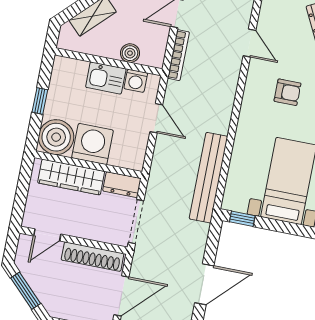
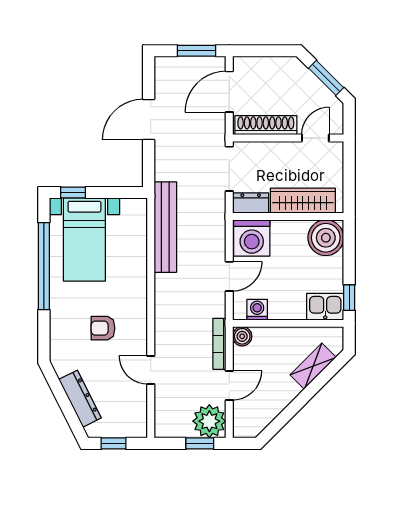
boiler: (130, 53) -> (242, 336), moved
kitchen sink: (106, 78) -> (325, 307), moved
window: (40, 101) -> (349, 298), moved
door: (156, 118) -> (229, 276), swing flipped
washing machine: (93, 144) -> (252, 238), moved
window: (242, 219) -> (73, 193), moved

